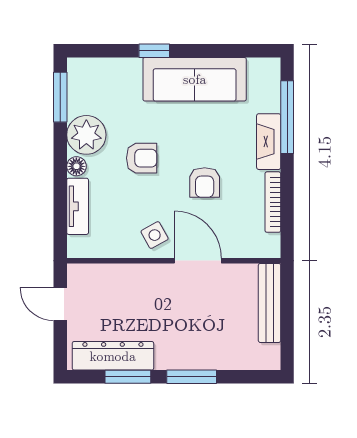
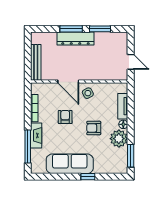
dresser: (113, 356) -> (75, 38), moved

